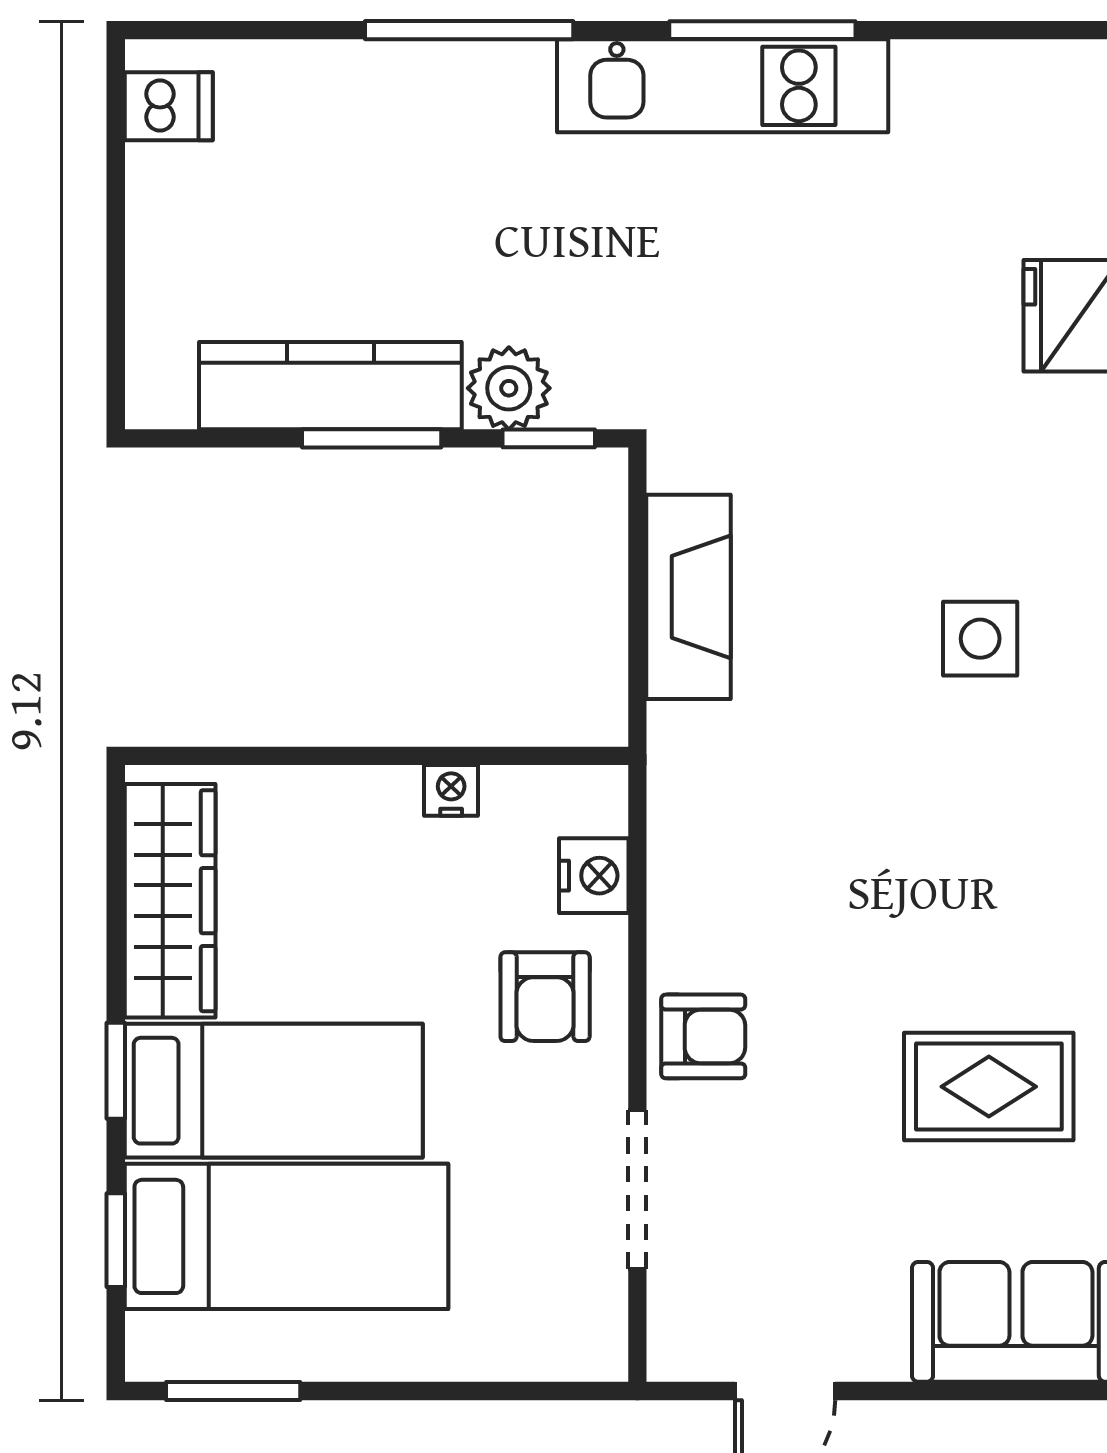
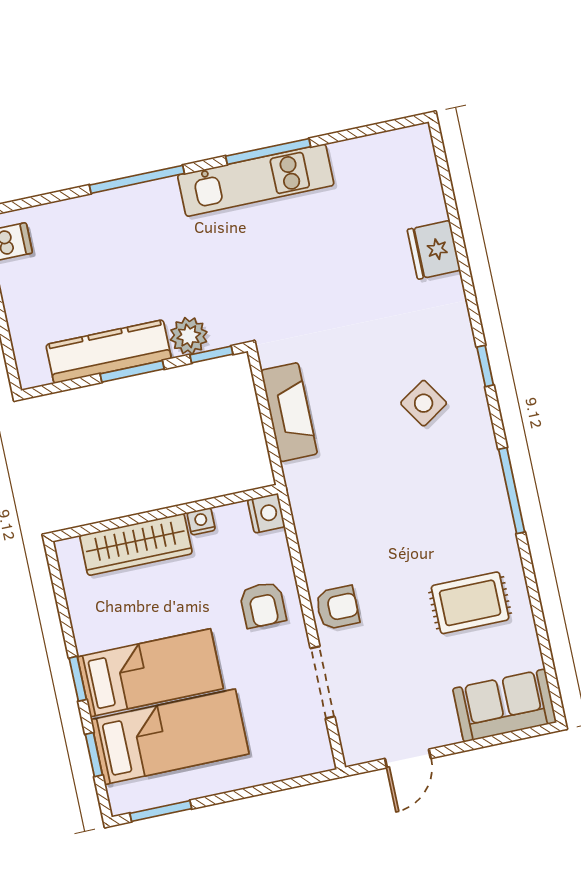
side table: (980, 639) -> (424, 403), turned -33
nightstand: (594, 876) -> (266, 513), moved
wardrobe: (170, 901) -> (136, 545), moved, turned 90

